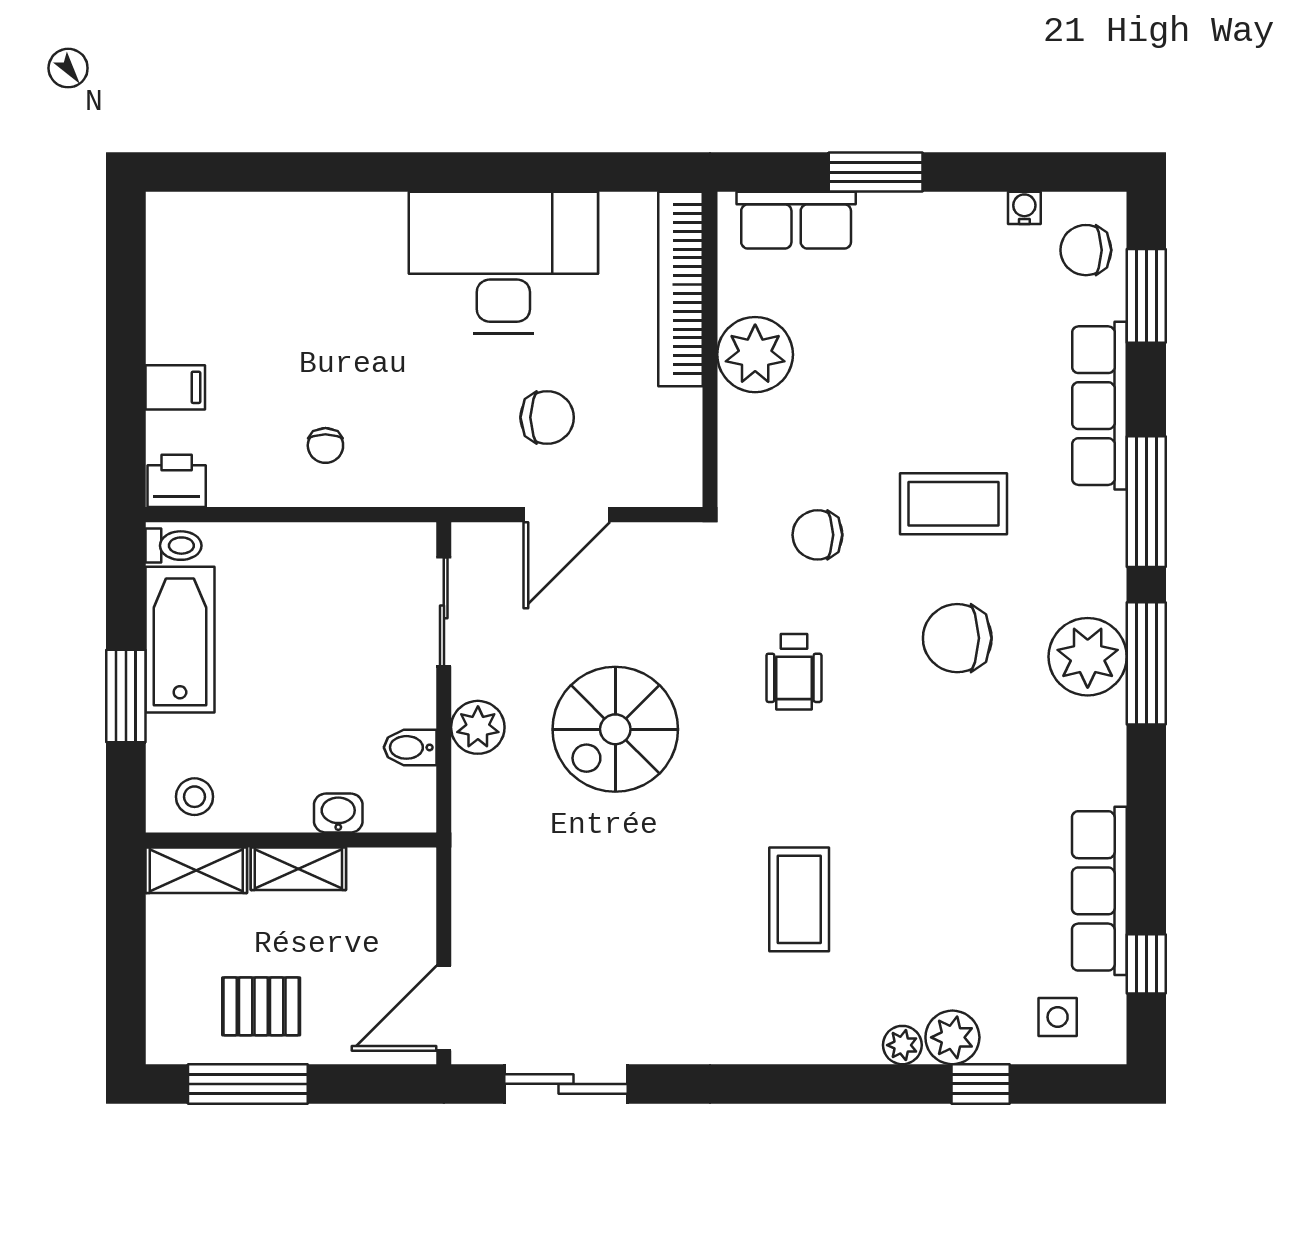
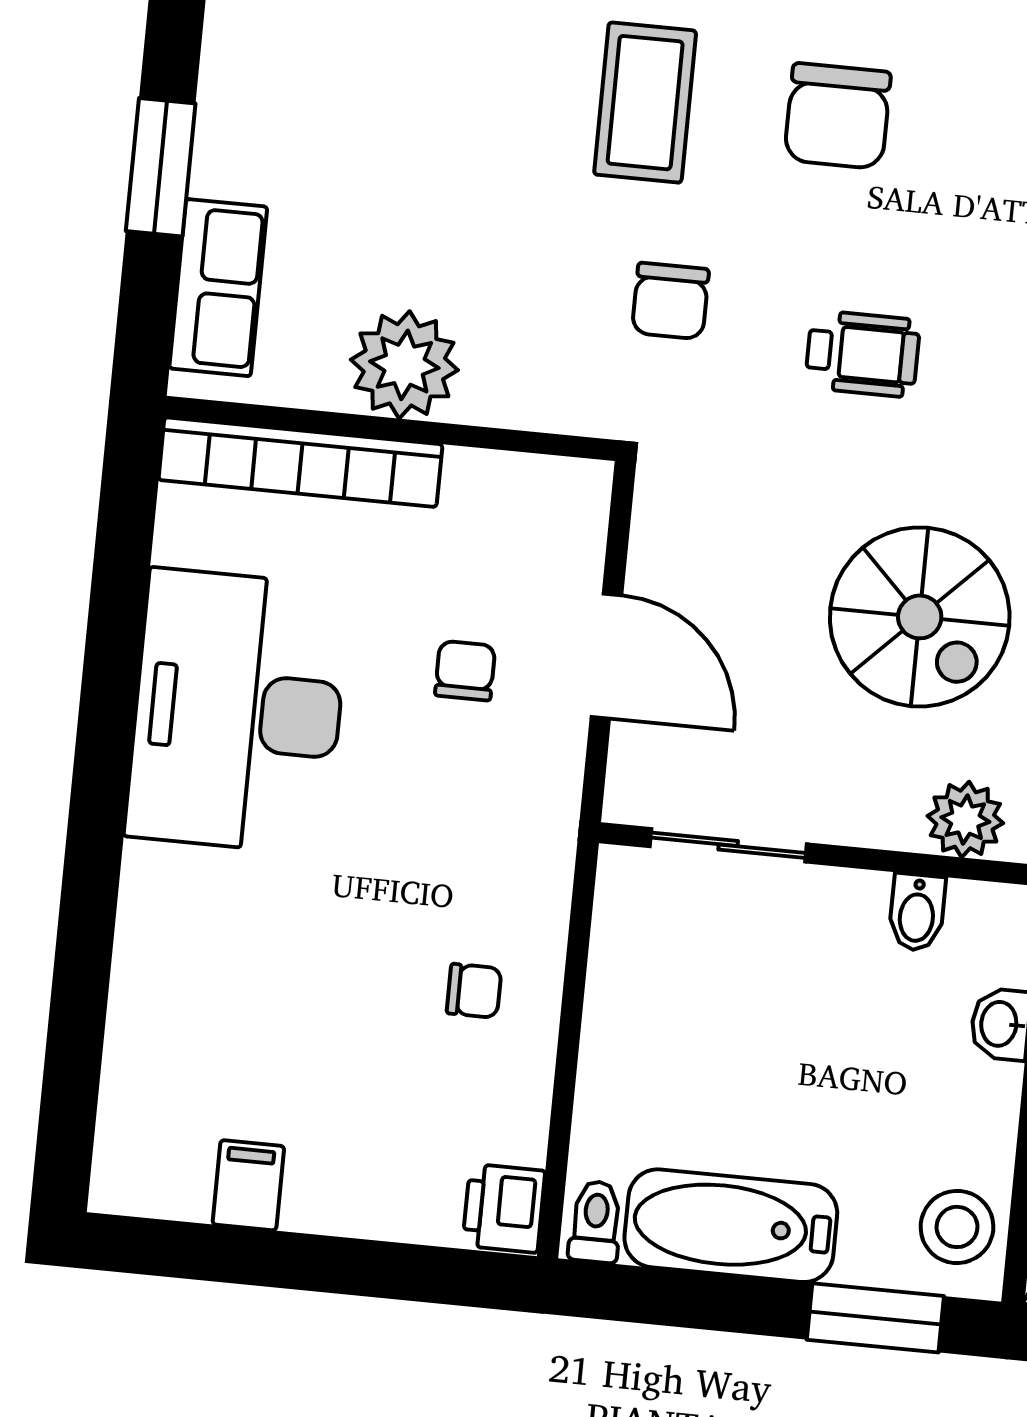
filing cabinet: (175, 387) -> (248, 1185), moved
chair: (547, 417) -> (465, 671), width x0.73, depth x0.73
window: (126, 696) -> (875, 1318), moved
plant: (478, 727) -> (965, 820), moved
stool: (194, 797) -> (957, 1227), width x1.37, depth x1.37

